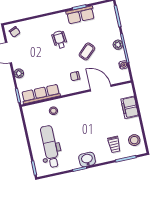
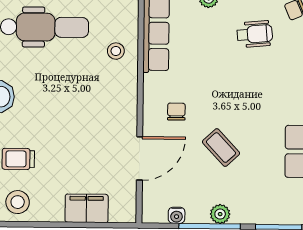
wheelchair: (60, 40) -> (255, 34), moved

